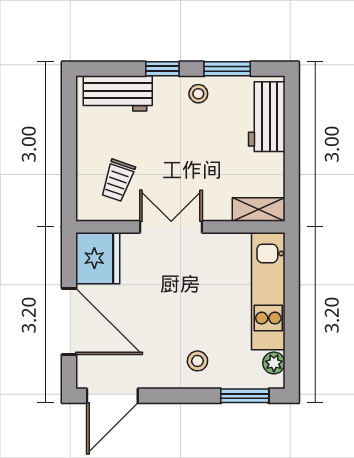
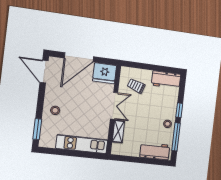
window: (227, 69) -> (176, 137), width x1.44
workbench: (118, 93) -> (166, 80), moved, turned -90
shelving: (259, 210) -> (118, 131), moved
plant: (274, 363) -> (50, 143), removed

